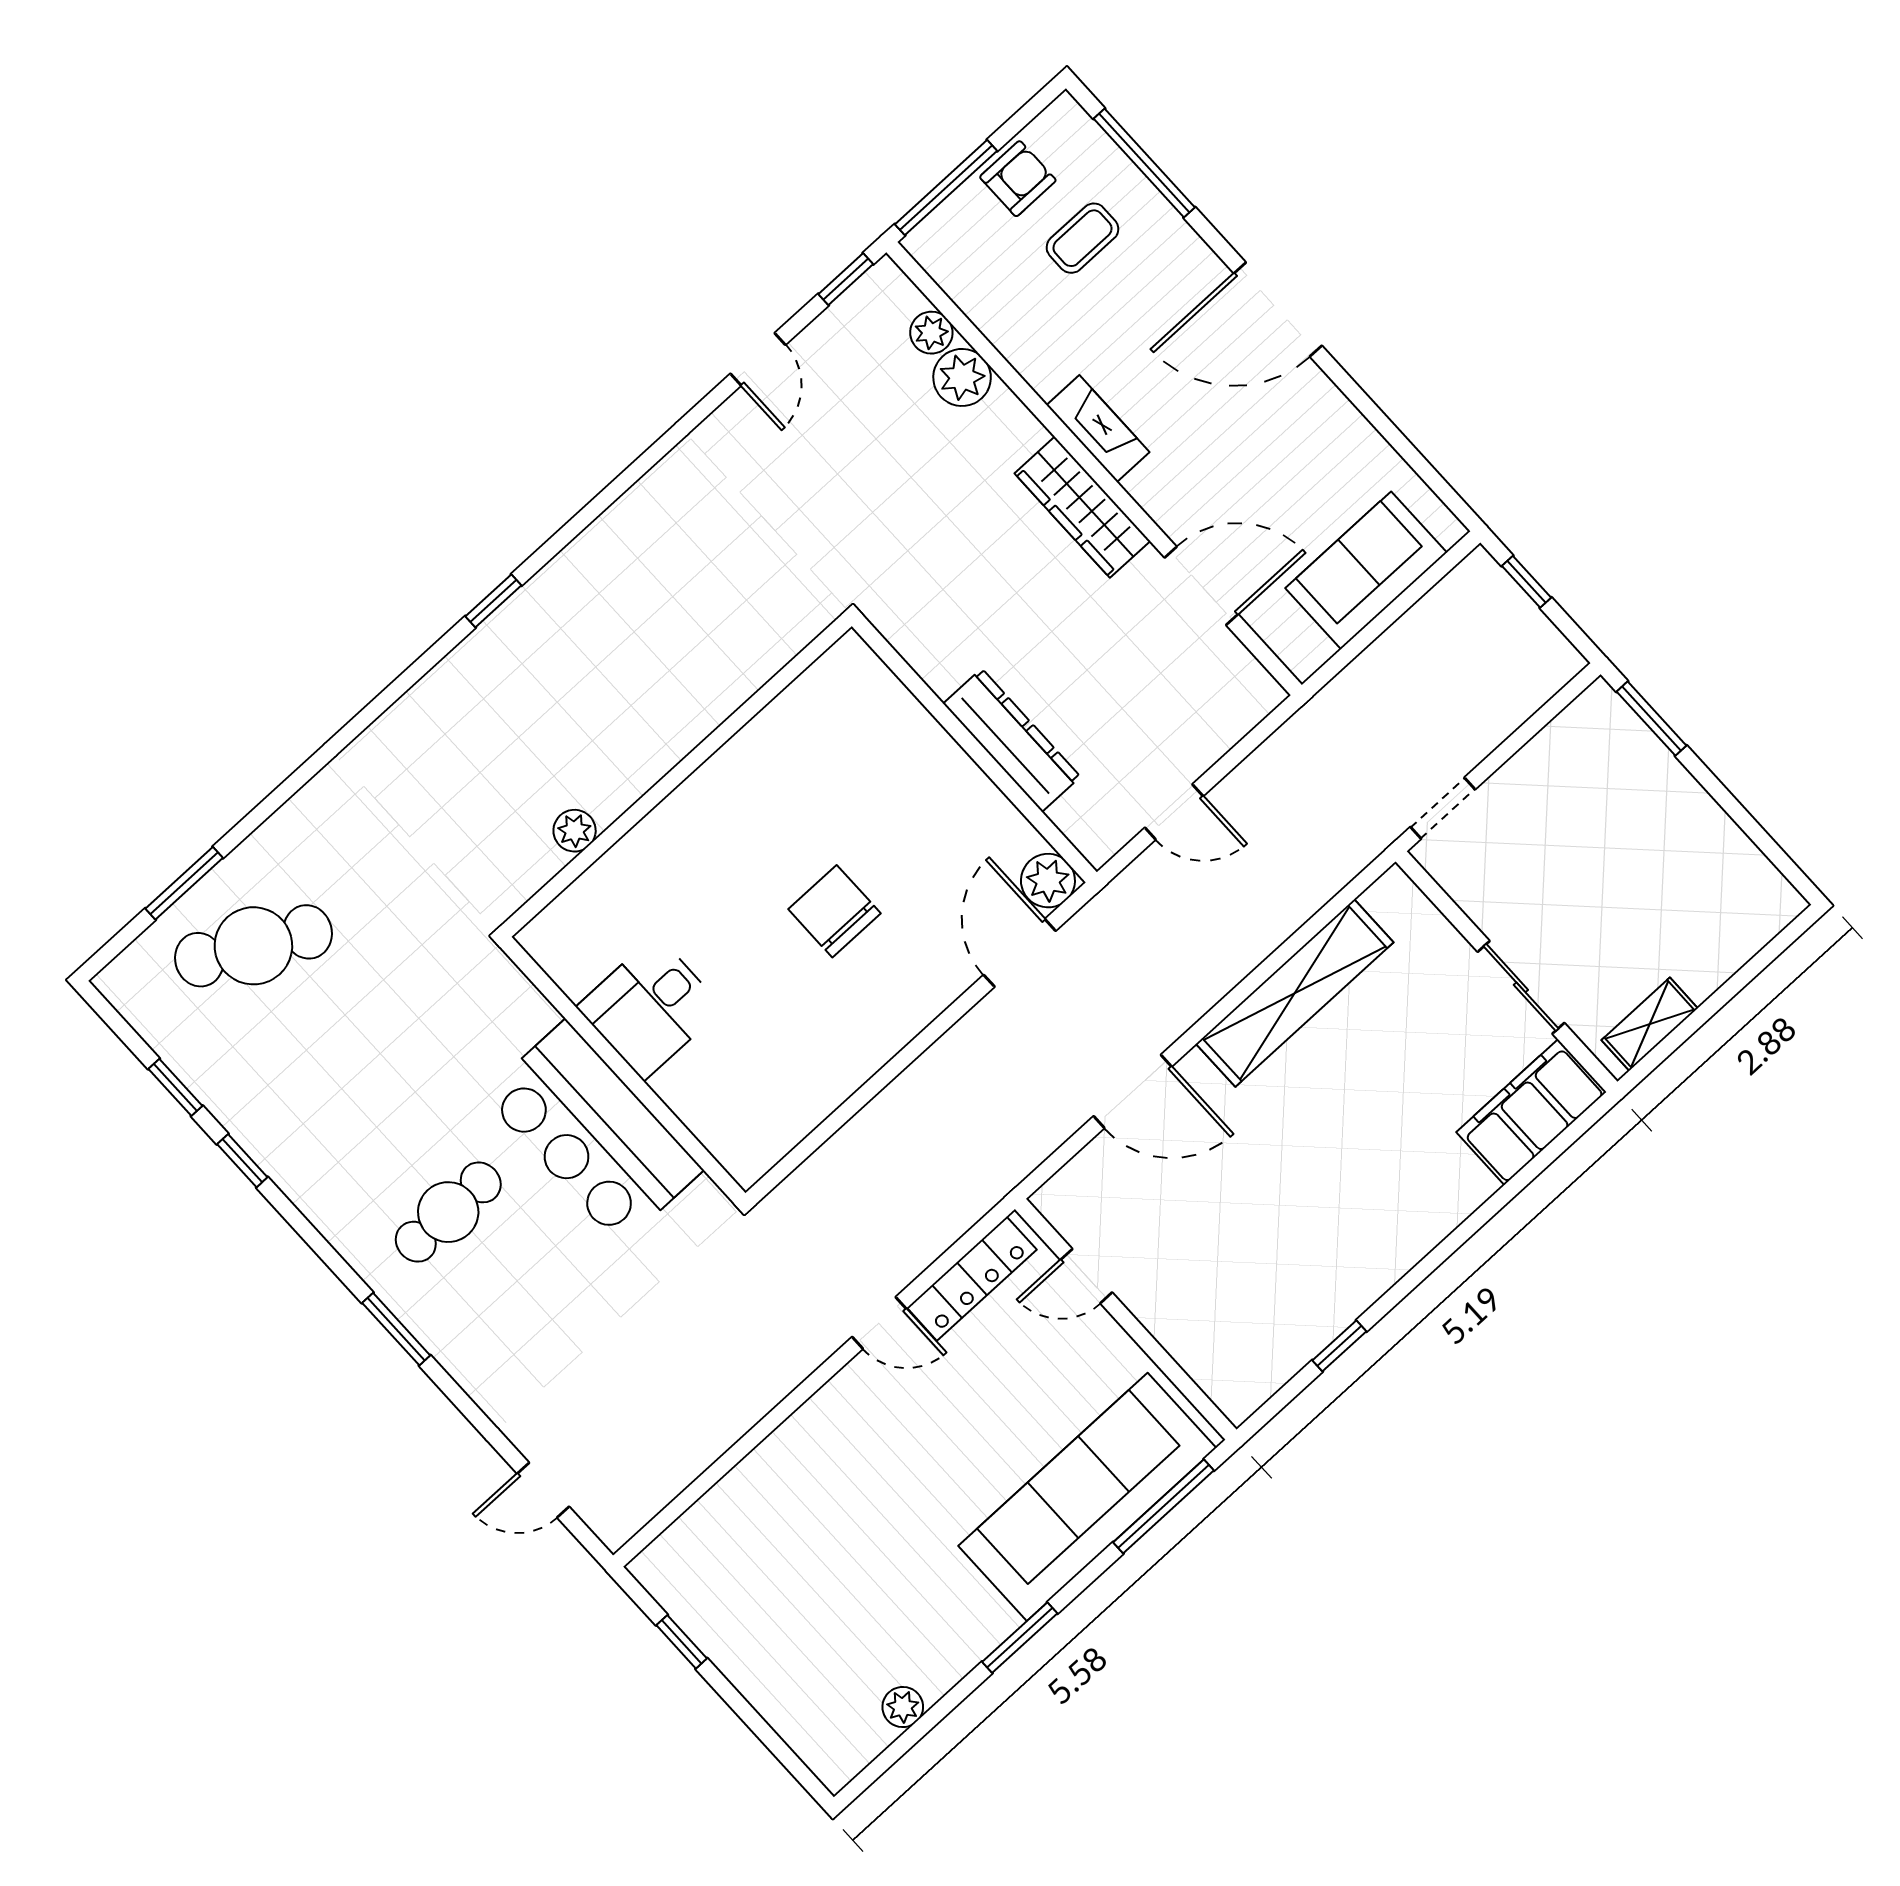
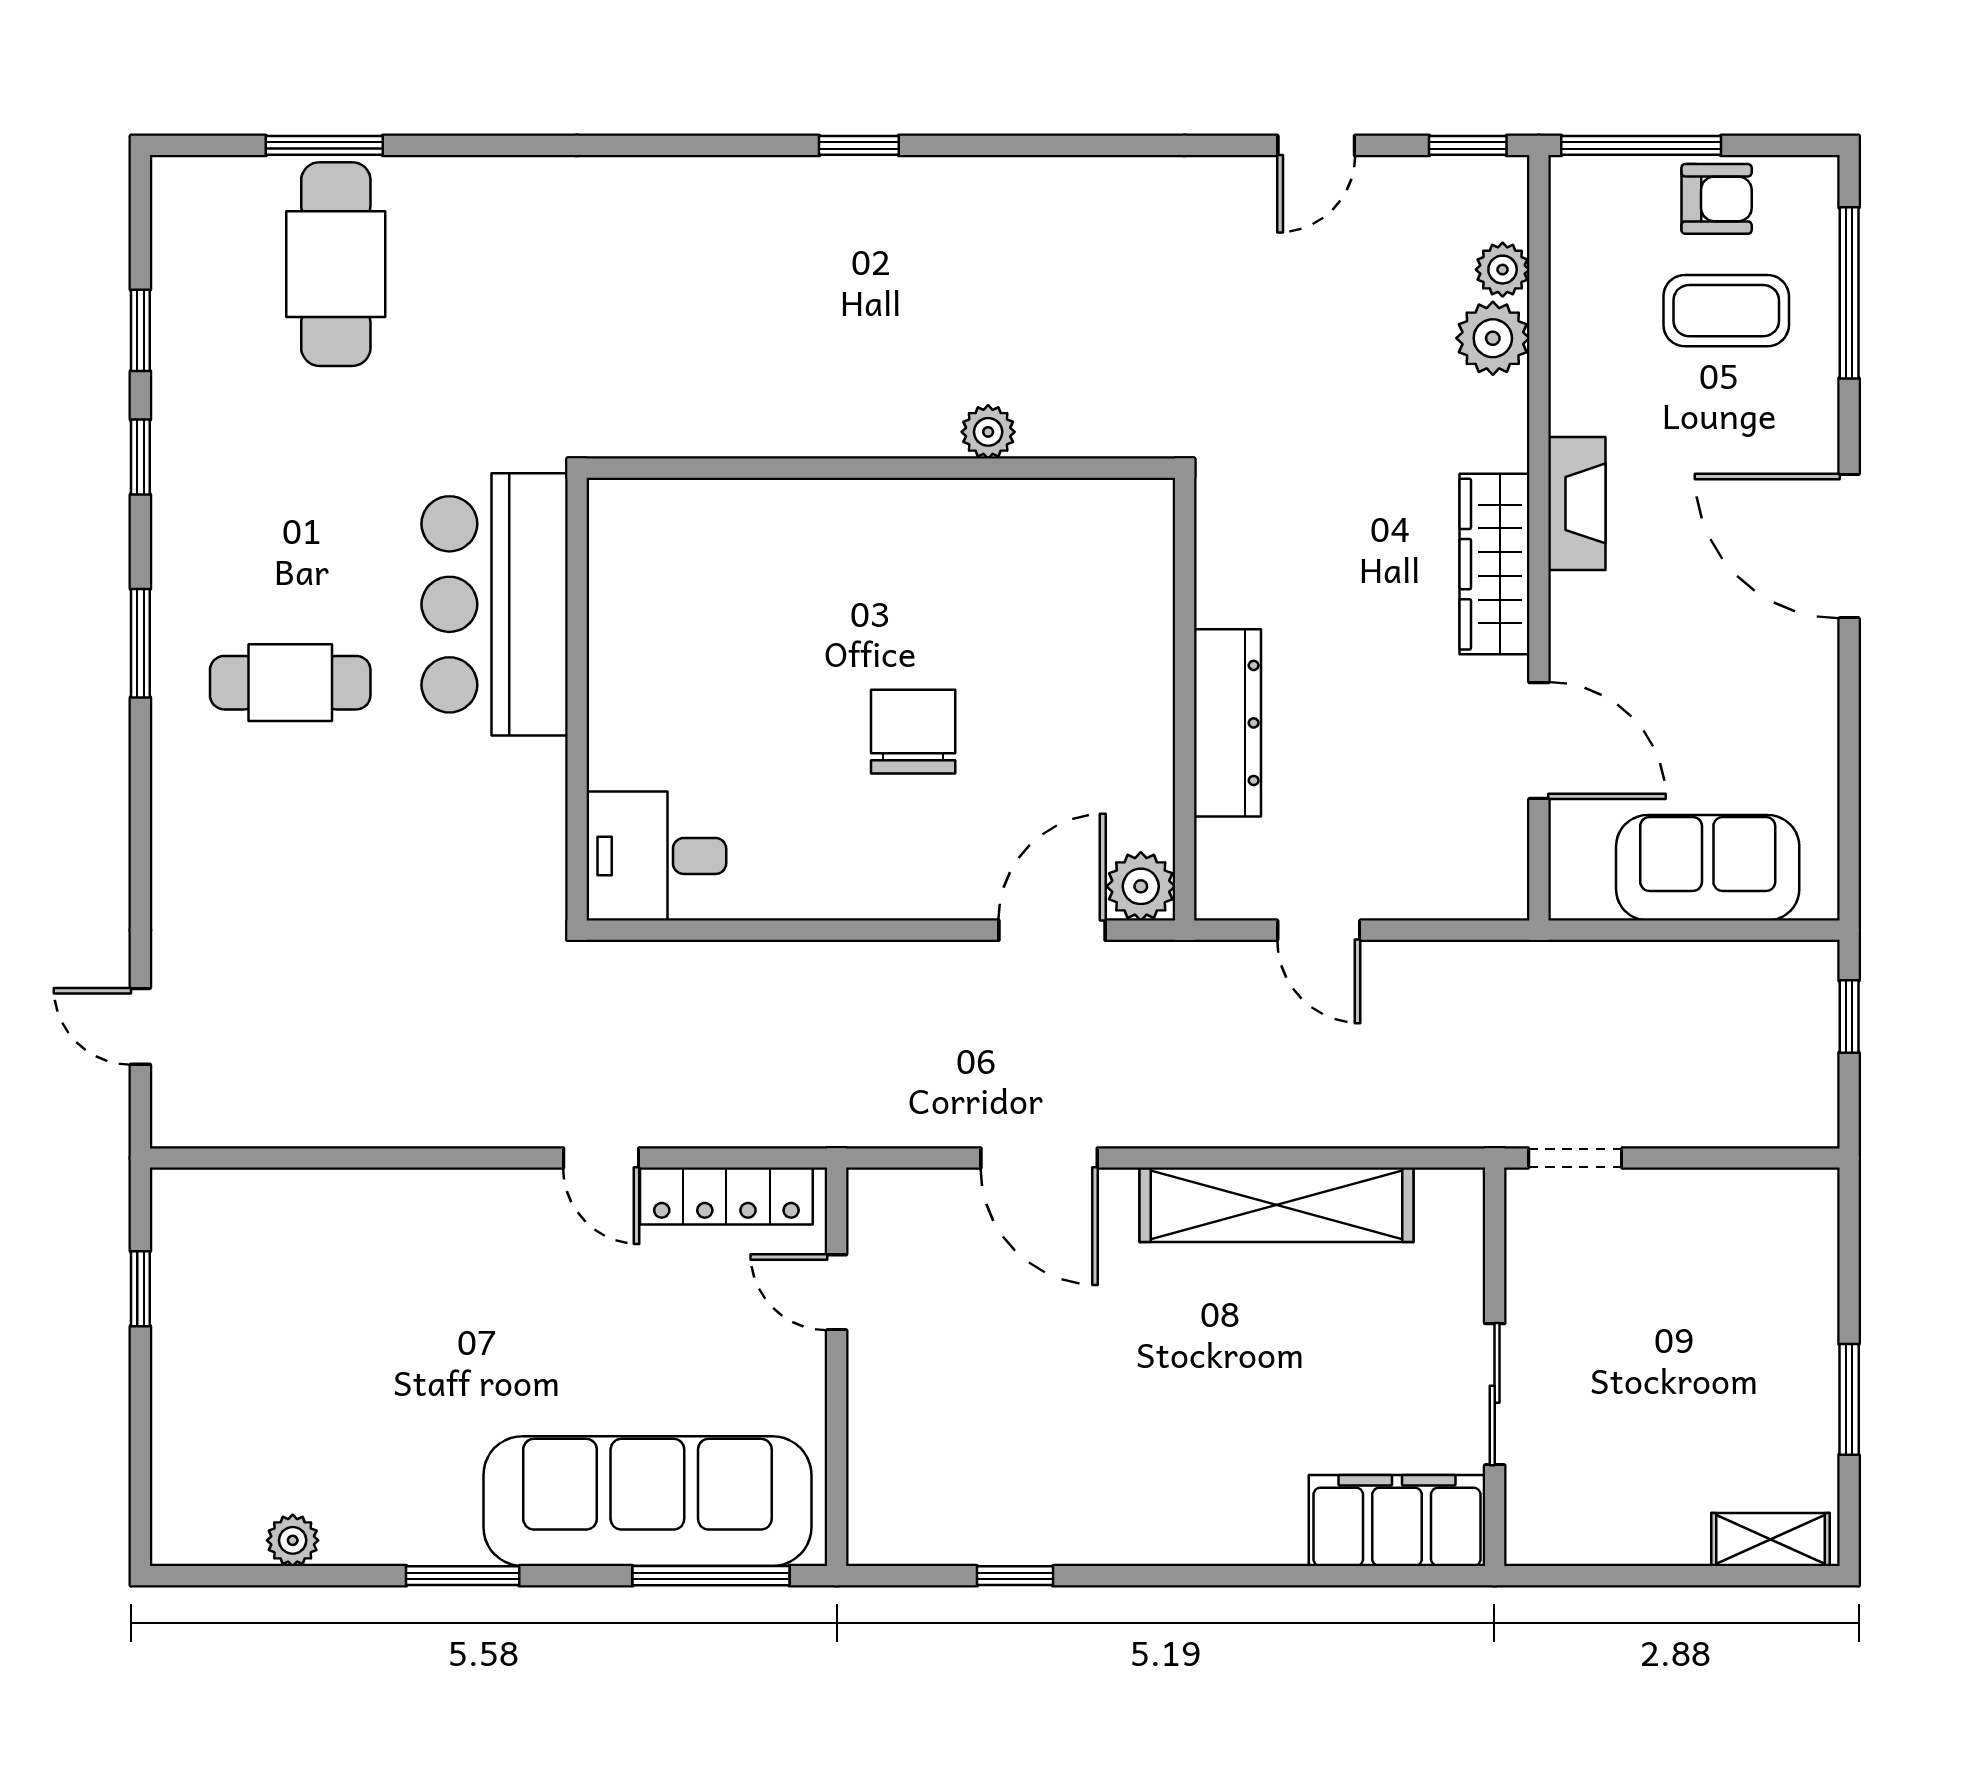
coffee table: (1082, 238) -> (1726, 311), width x1.36, depth x1.30
window: (1651, 719) -> (1849, 1399), moved
plant: (575, 831) -> (988, 432), moved
cafe table: (253, 946) -> (336, 264), turned 62
desk: (650, 1008) -> (656, 856), moved
shelving: (1650, 1024) -> (1770, 1540), moved
bar counter: (593, 1133) -> (495, 604), moved
window: (396, 1329) -> (140, 643), moved

